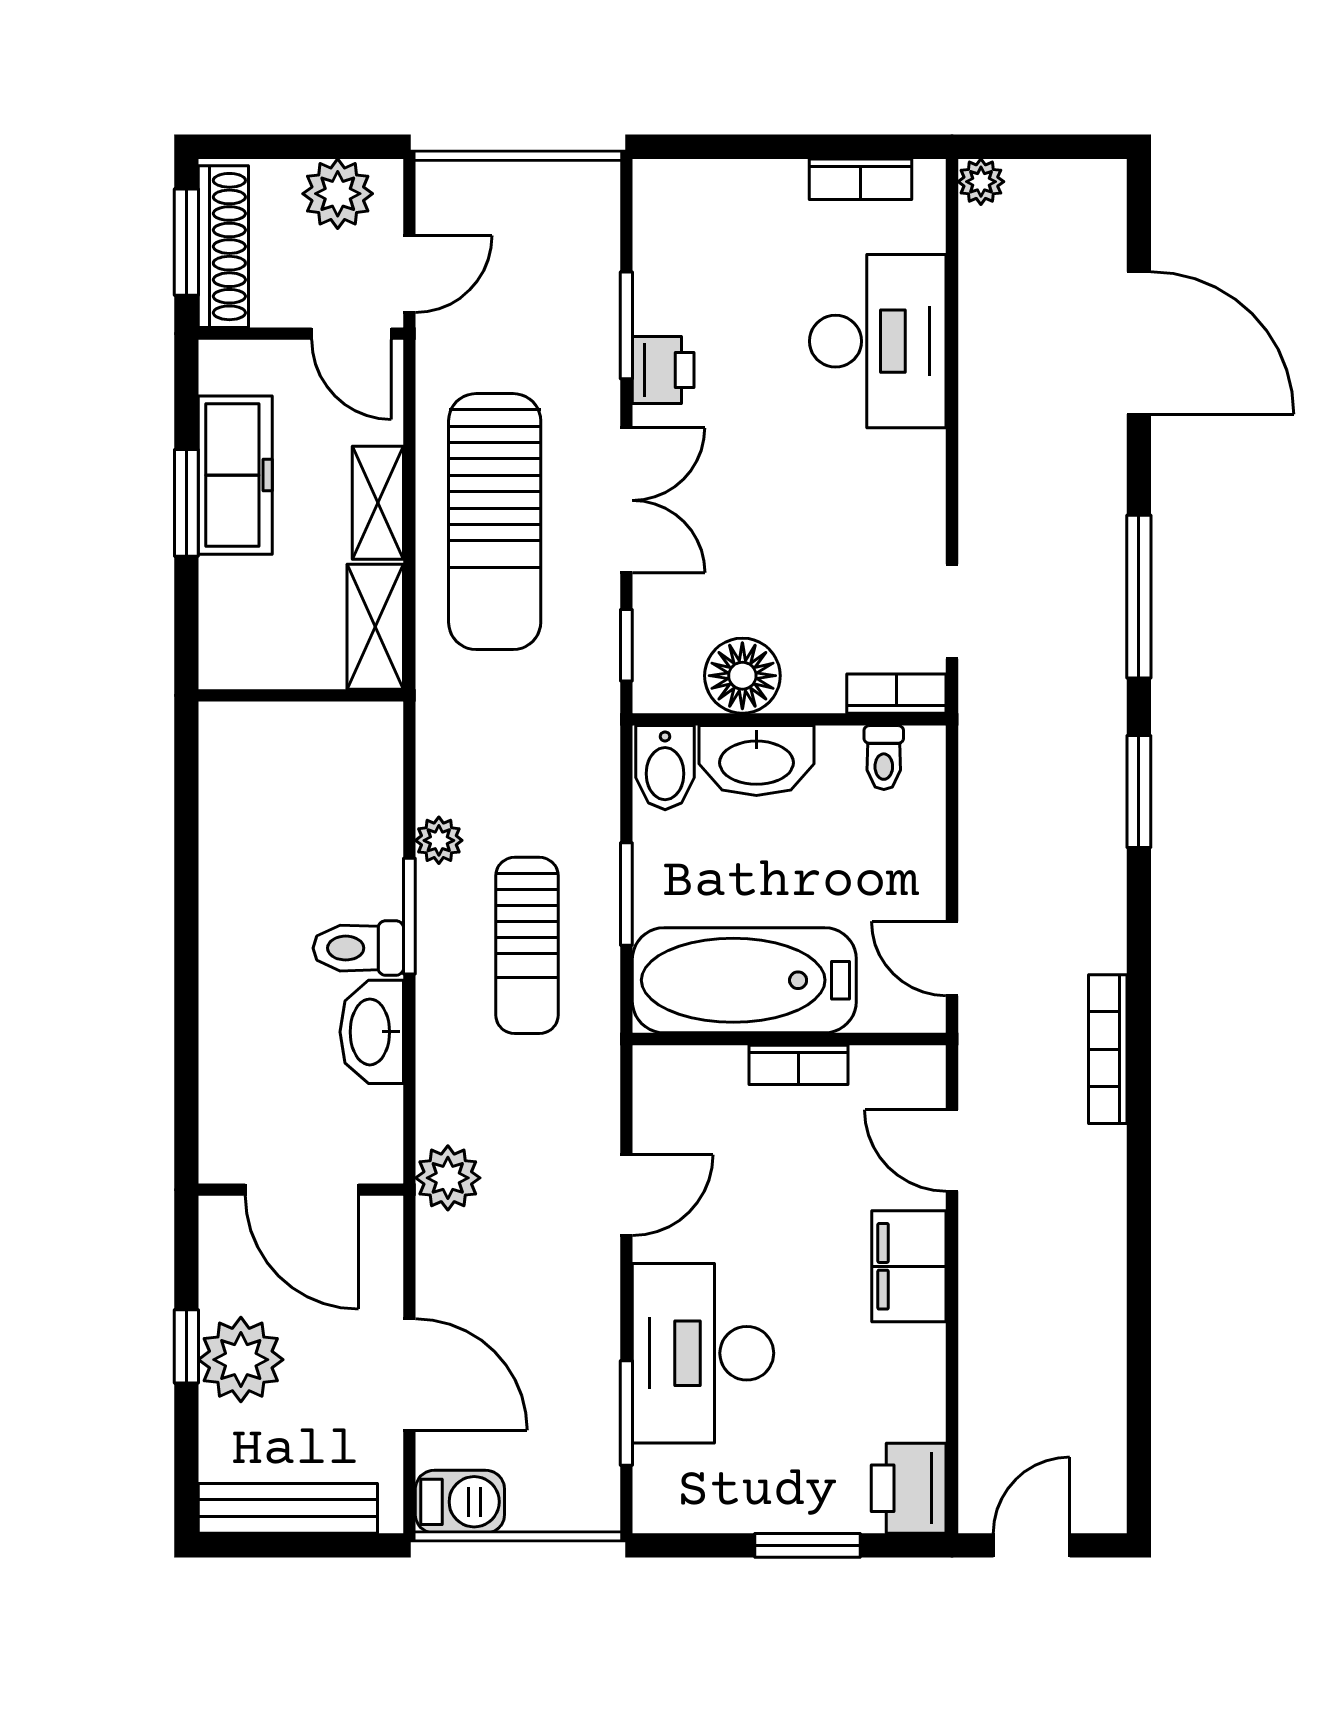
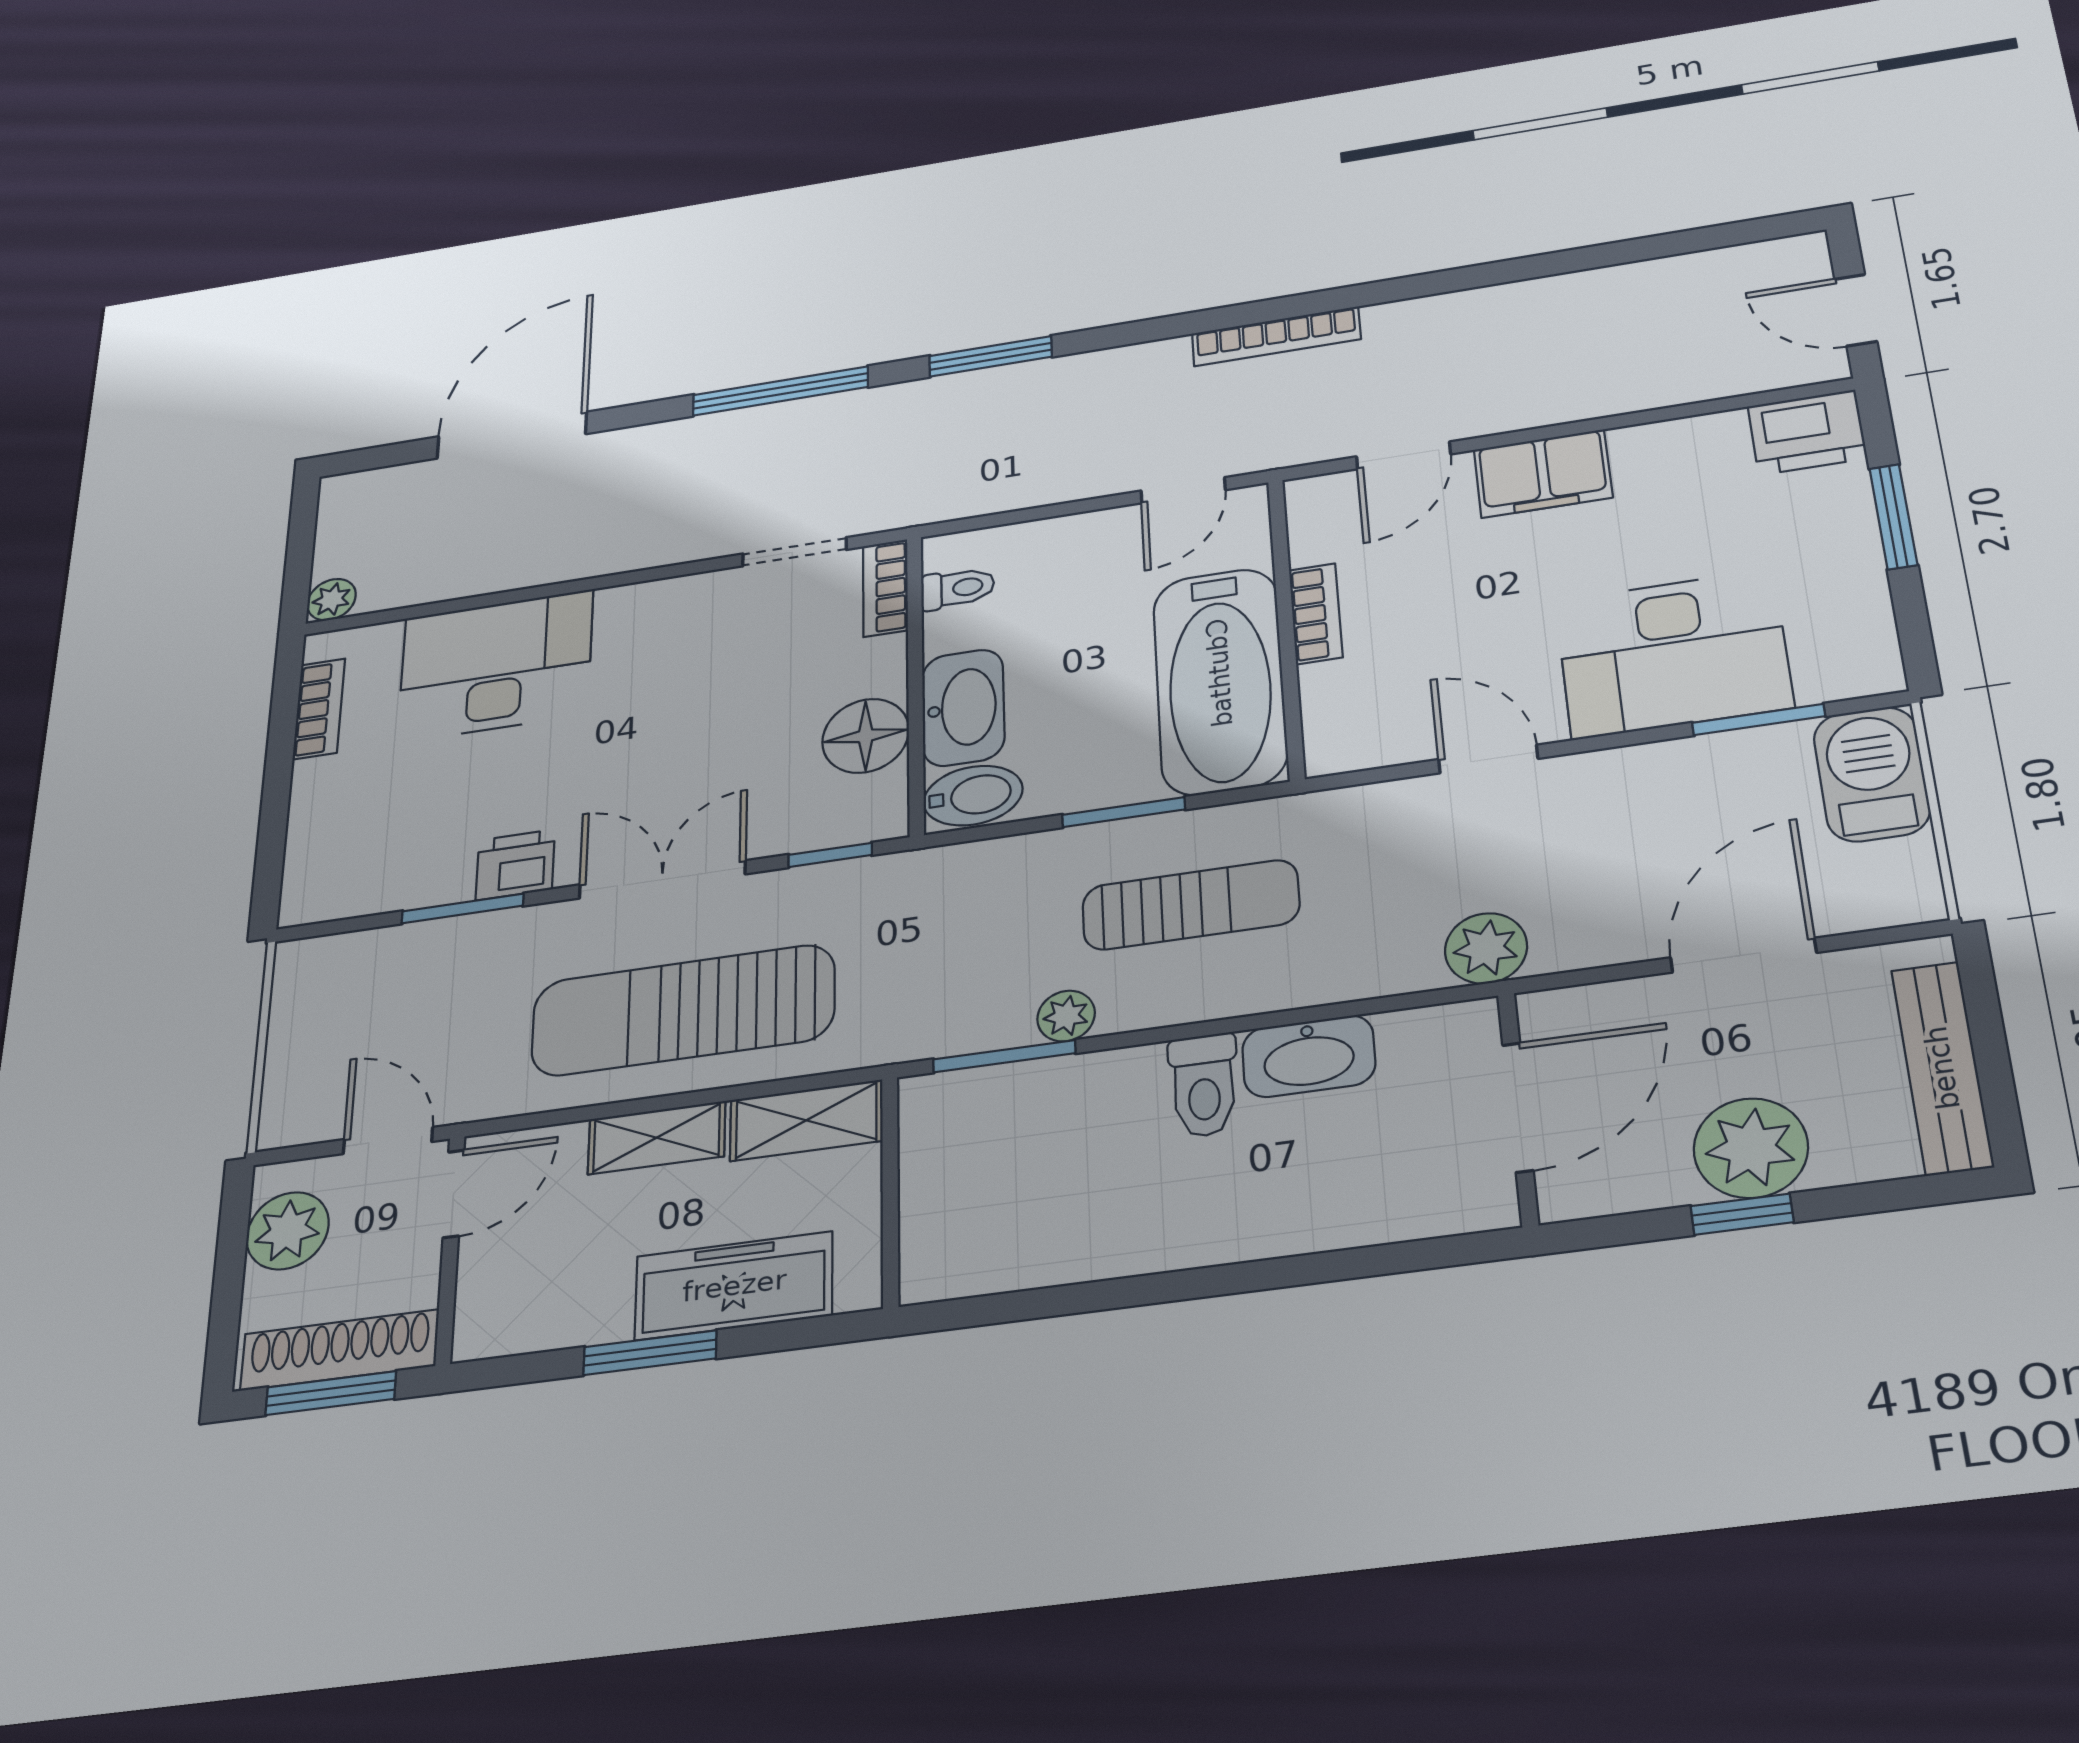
freezer: (235, 475) -> (734, 1286), moved
sun lounger: (495, 522) -> (683, 1010), turned 180
window: (409, 916) -> (1004, 1056), moved
barbecue: (460, 1502) -> (1872, 774), moved, width x1.38, depth x1.27

